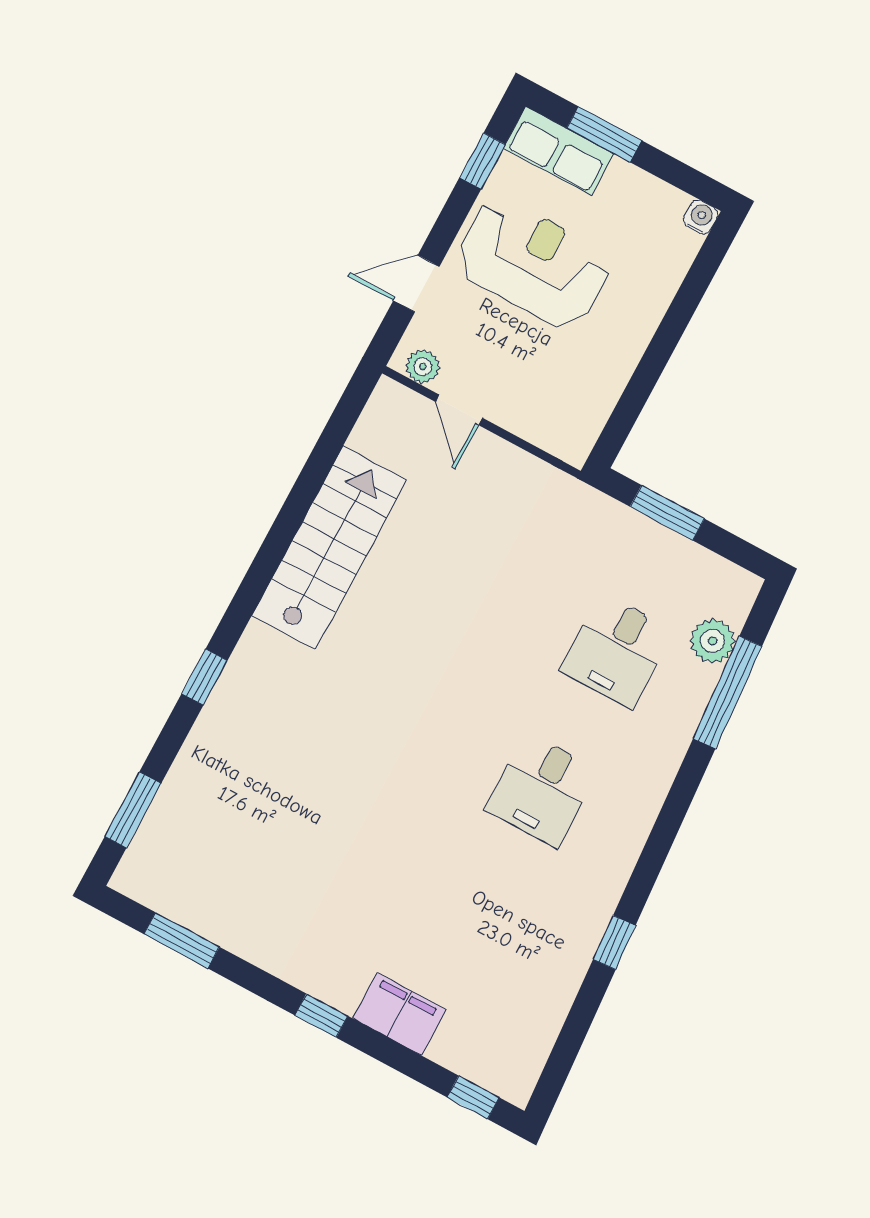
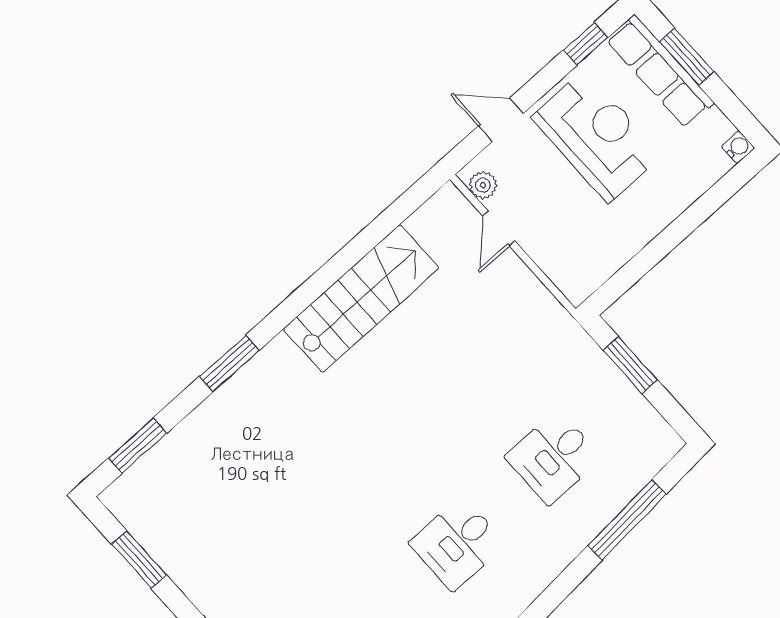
row of seats: (559, 151) -> (660, 71), width x1.48
plant: (712, 641) -> (630, 476), removed
window: (204, 677) -> (229, 363), width x1.50

